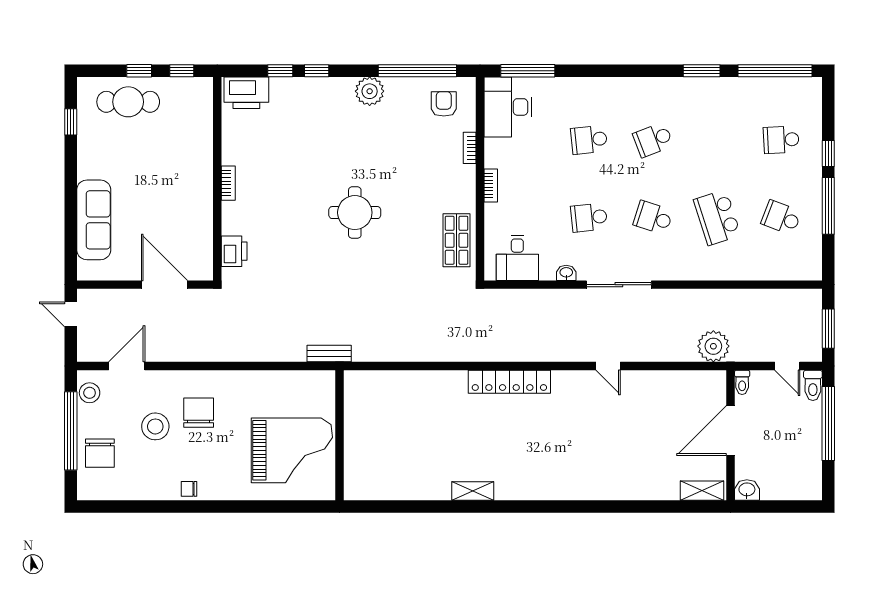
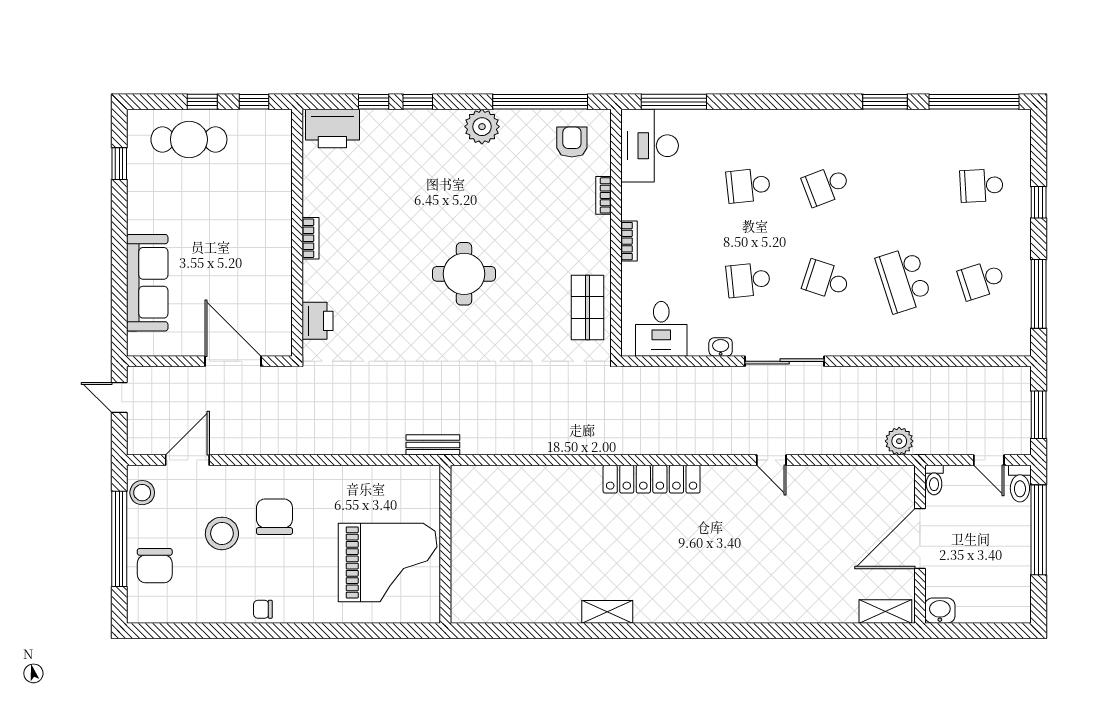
window: (828, 206) -> (1039, 294), moved
school desk: (781, 218) -> (981, 280), turned -39
plant: (713, 346) -> (899, 441), width x0.73, depth x0.73

